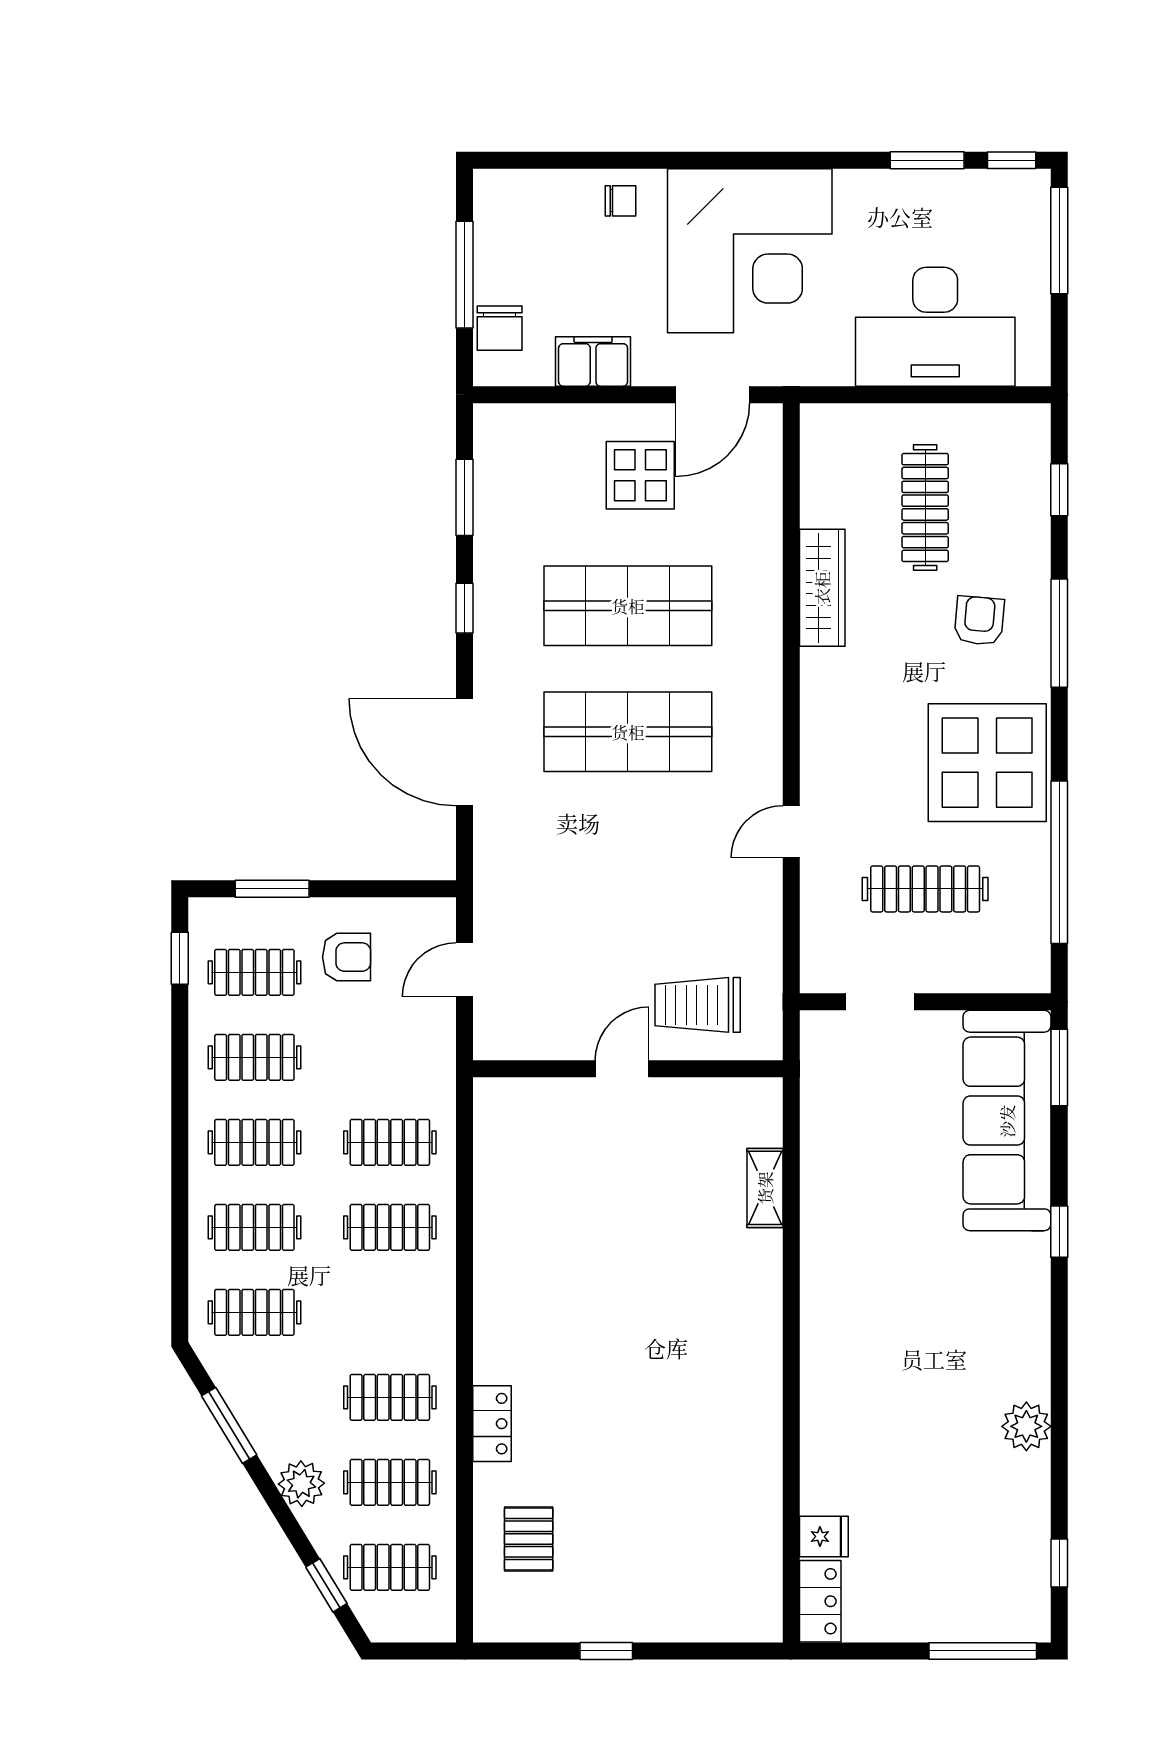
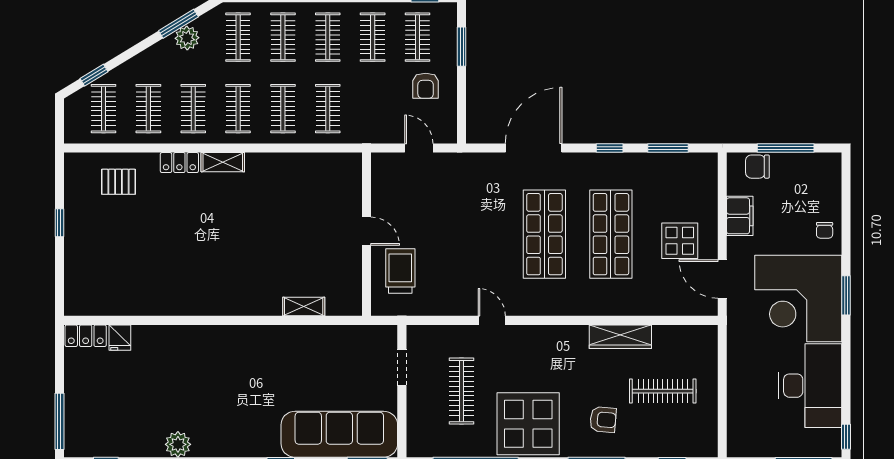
window: (927, 160) -> (846, 295), moved
desk: (935, 327) -> (810, 386), moved, turned 180
clothes rail: (390, 1312) -> (238, 109), added
shelving: (491, 1341) -> (223, 162), added
plant: (301, 1484) -> (187, 38), moved

